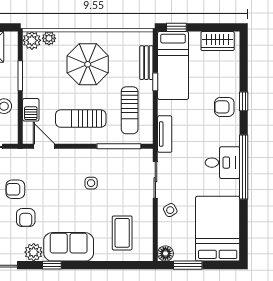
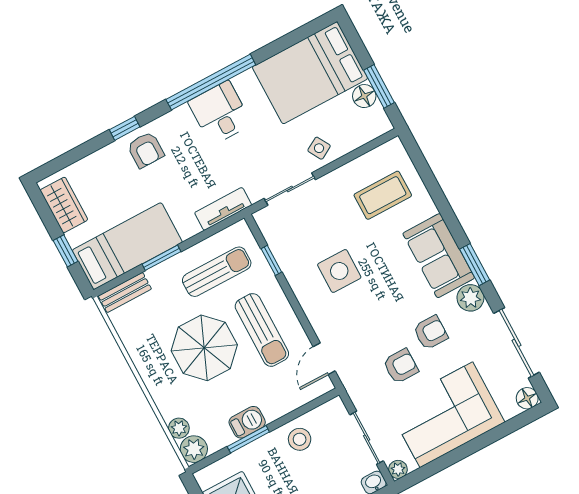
window: (176, 27) -> (66, 251), moved
bench: (146, 63) -> (125, 292), moved
parasol: (88, 64) -> (204, 348), moved
window: (155, 82) -> (161, 258), width x1.50
barbecue: (31, 110) -> (247, 422), moved
window: (119, 146) -> (271, 260), width x0.46
side table: (91, 183) -> (339, 271), width x1.87, depth x1.87
armchair: (15, 189) -> (401, 366), turned -90
floor lamp: (165, 253) -> (364, 96), moved
window: (52, 265) -> (475, 265), width x1.50

